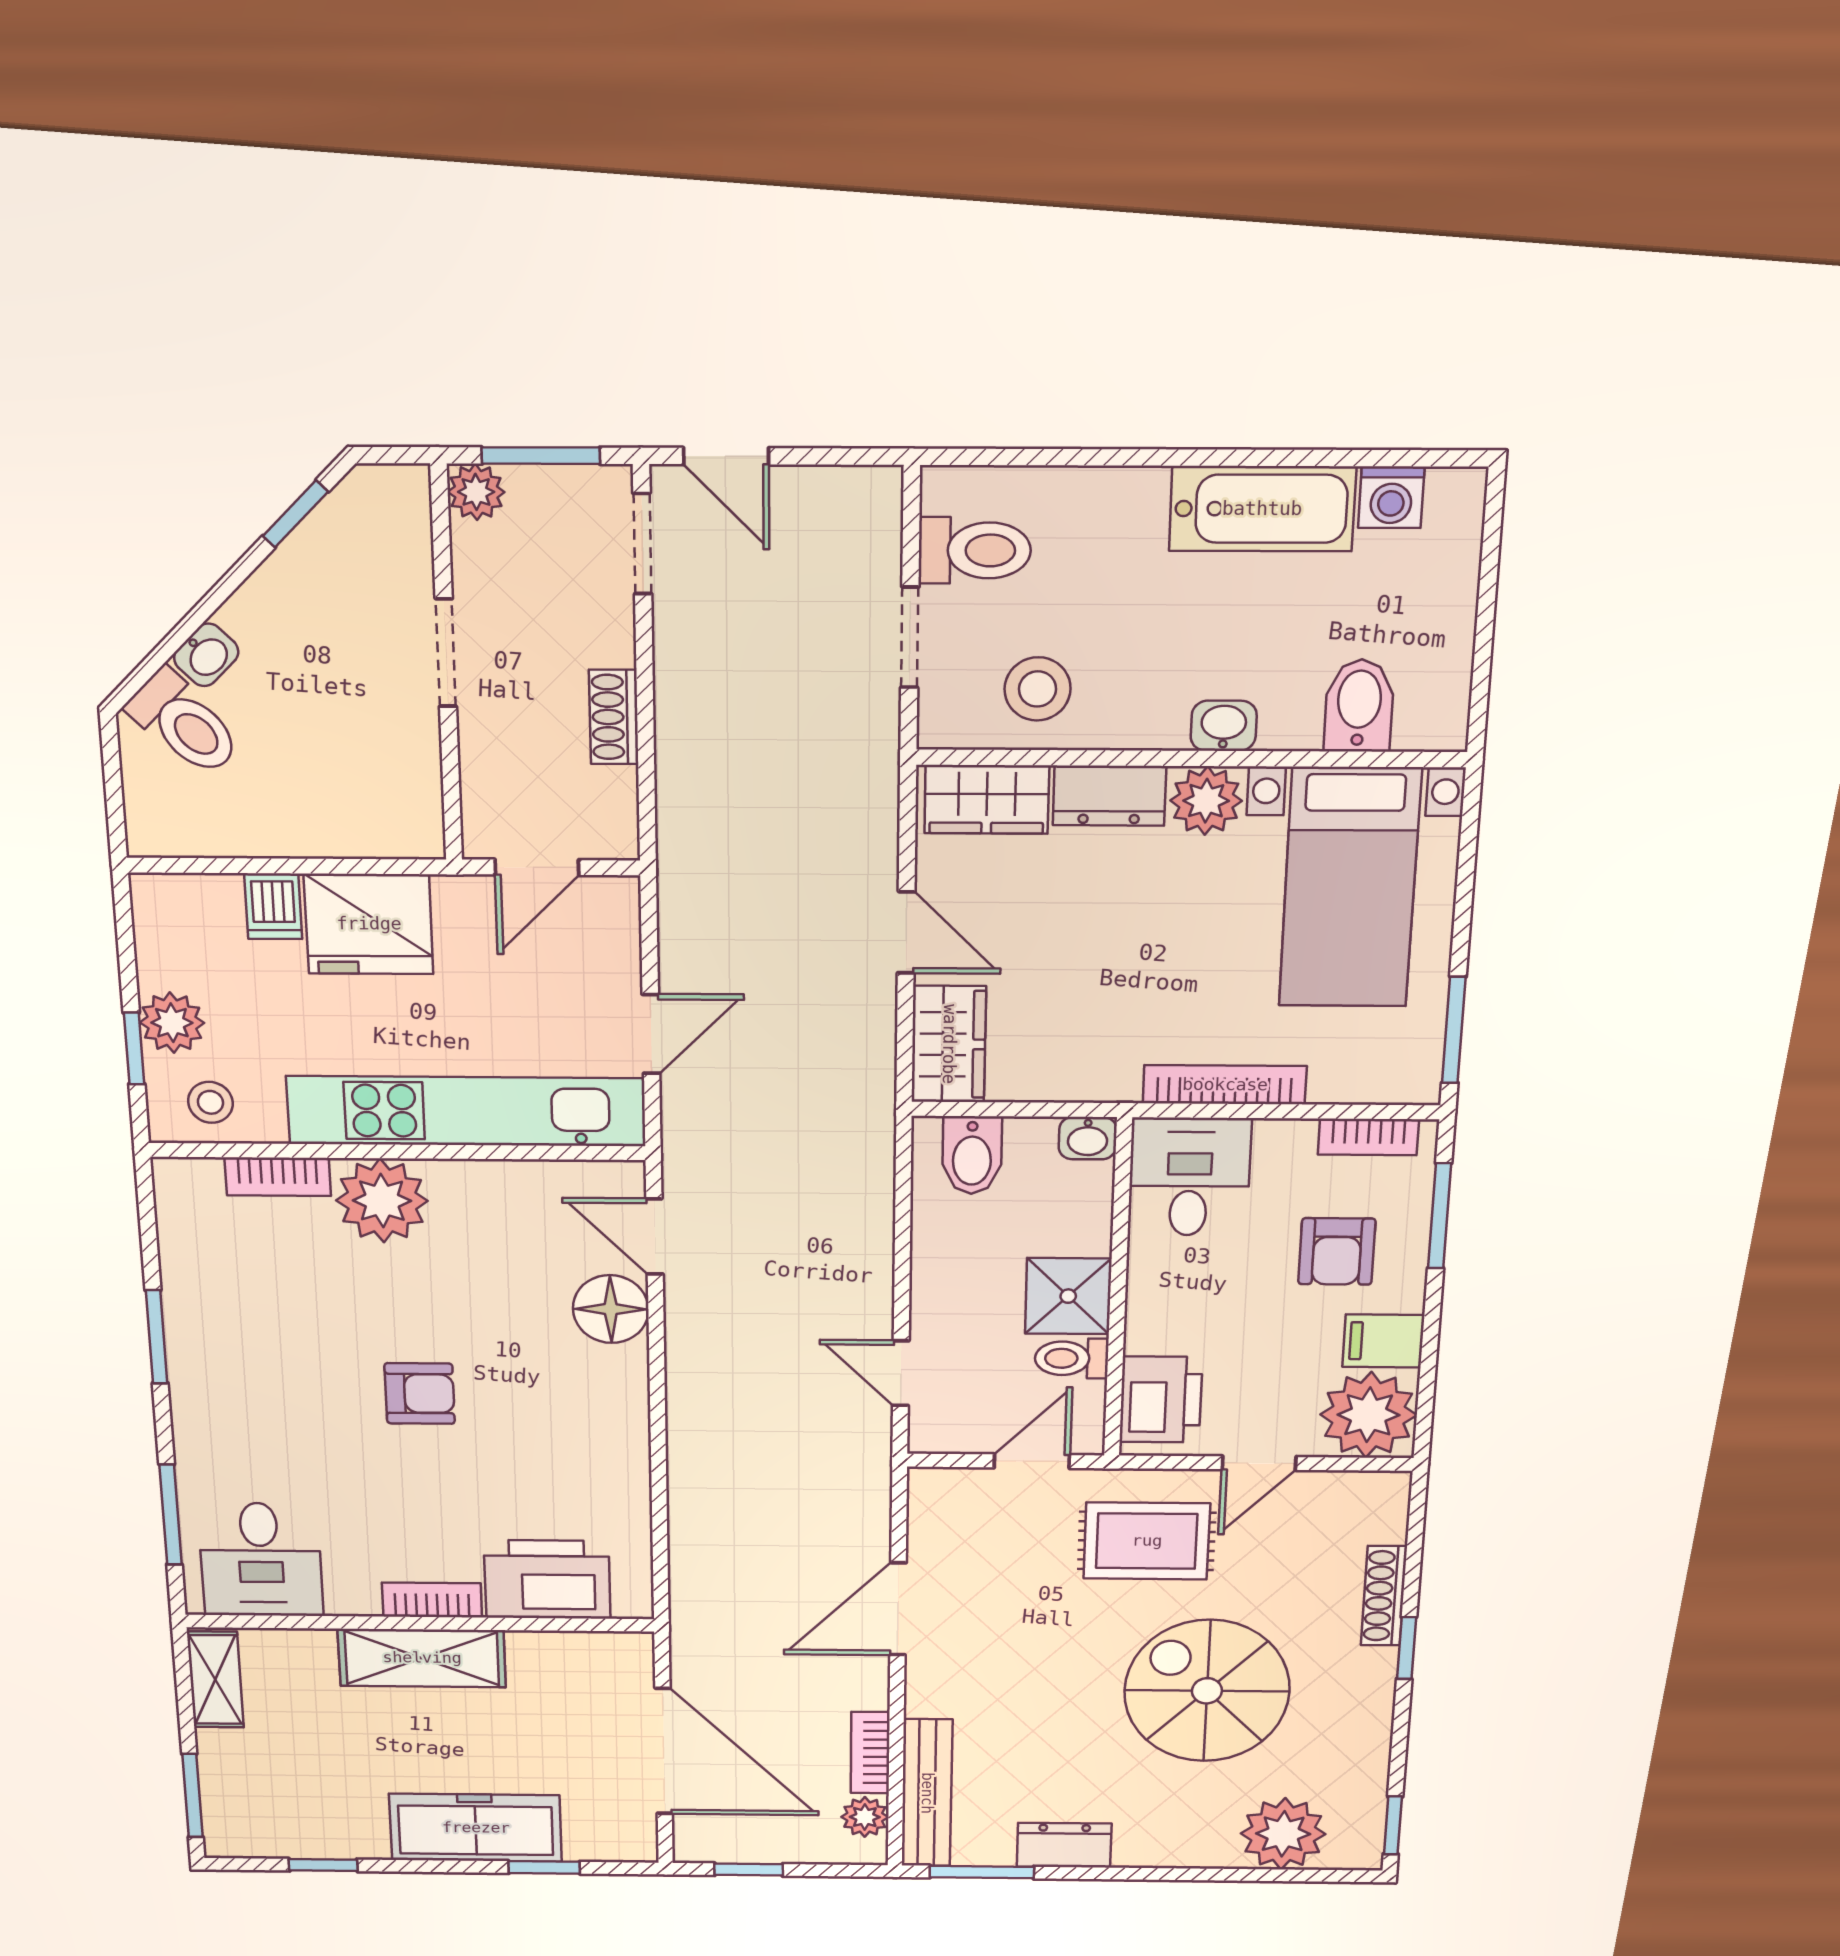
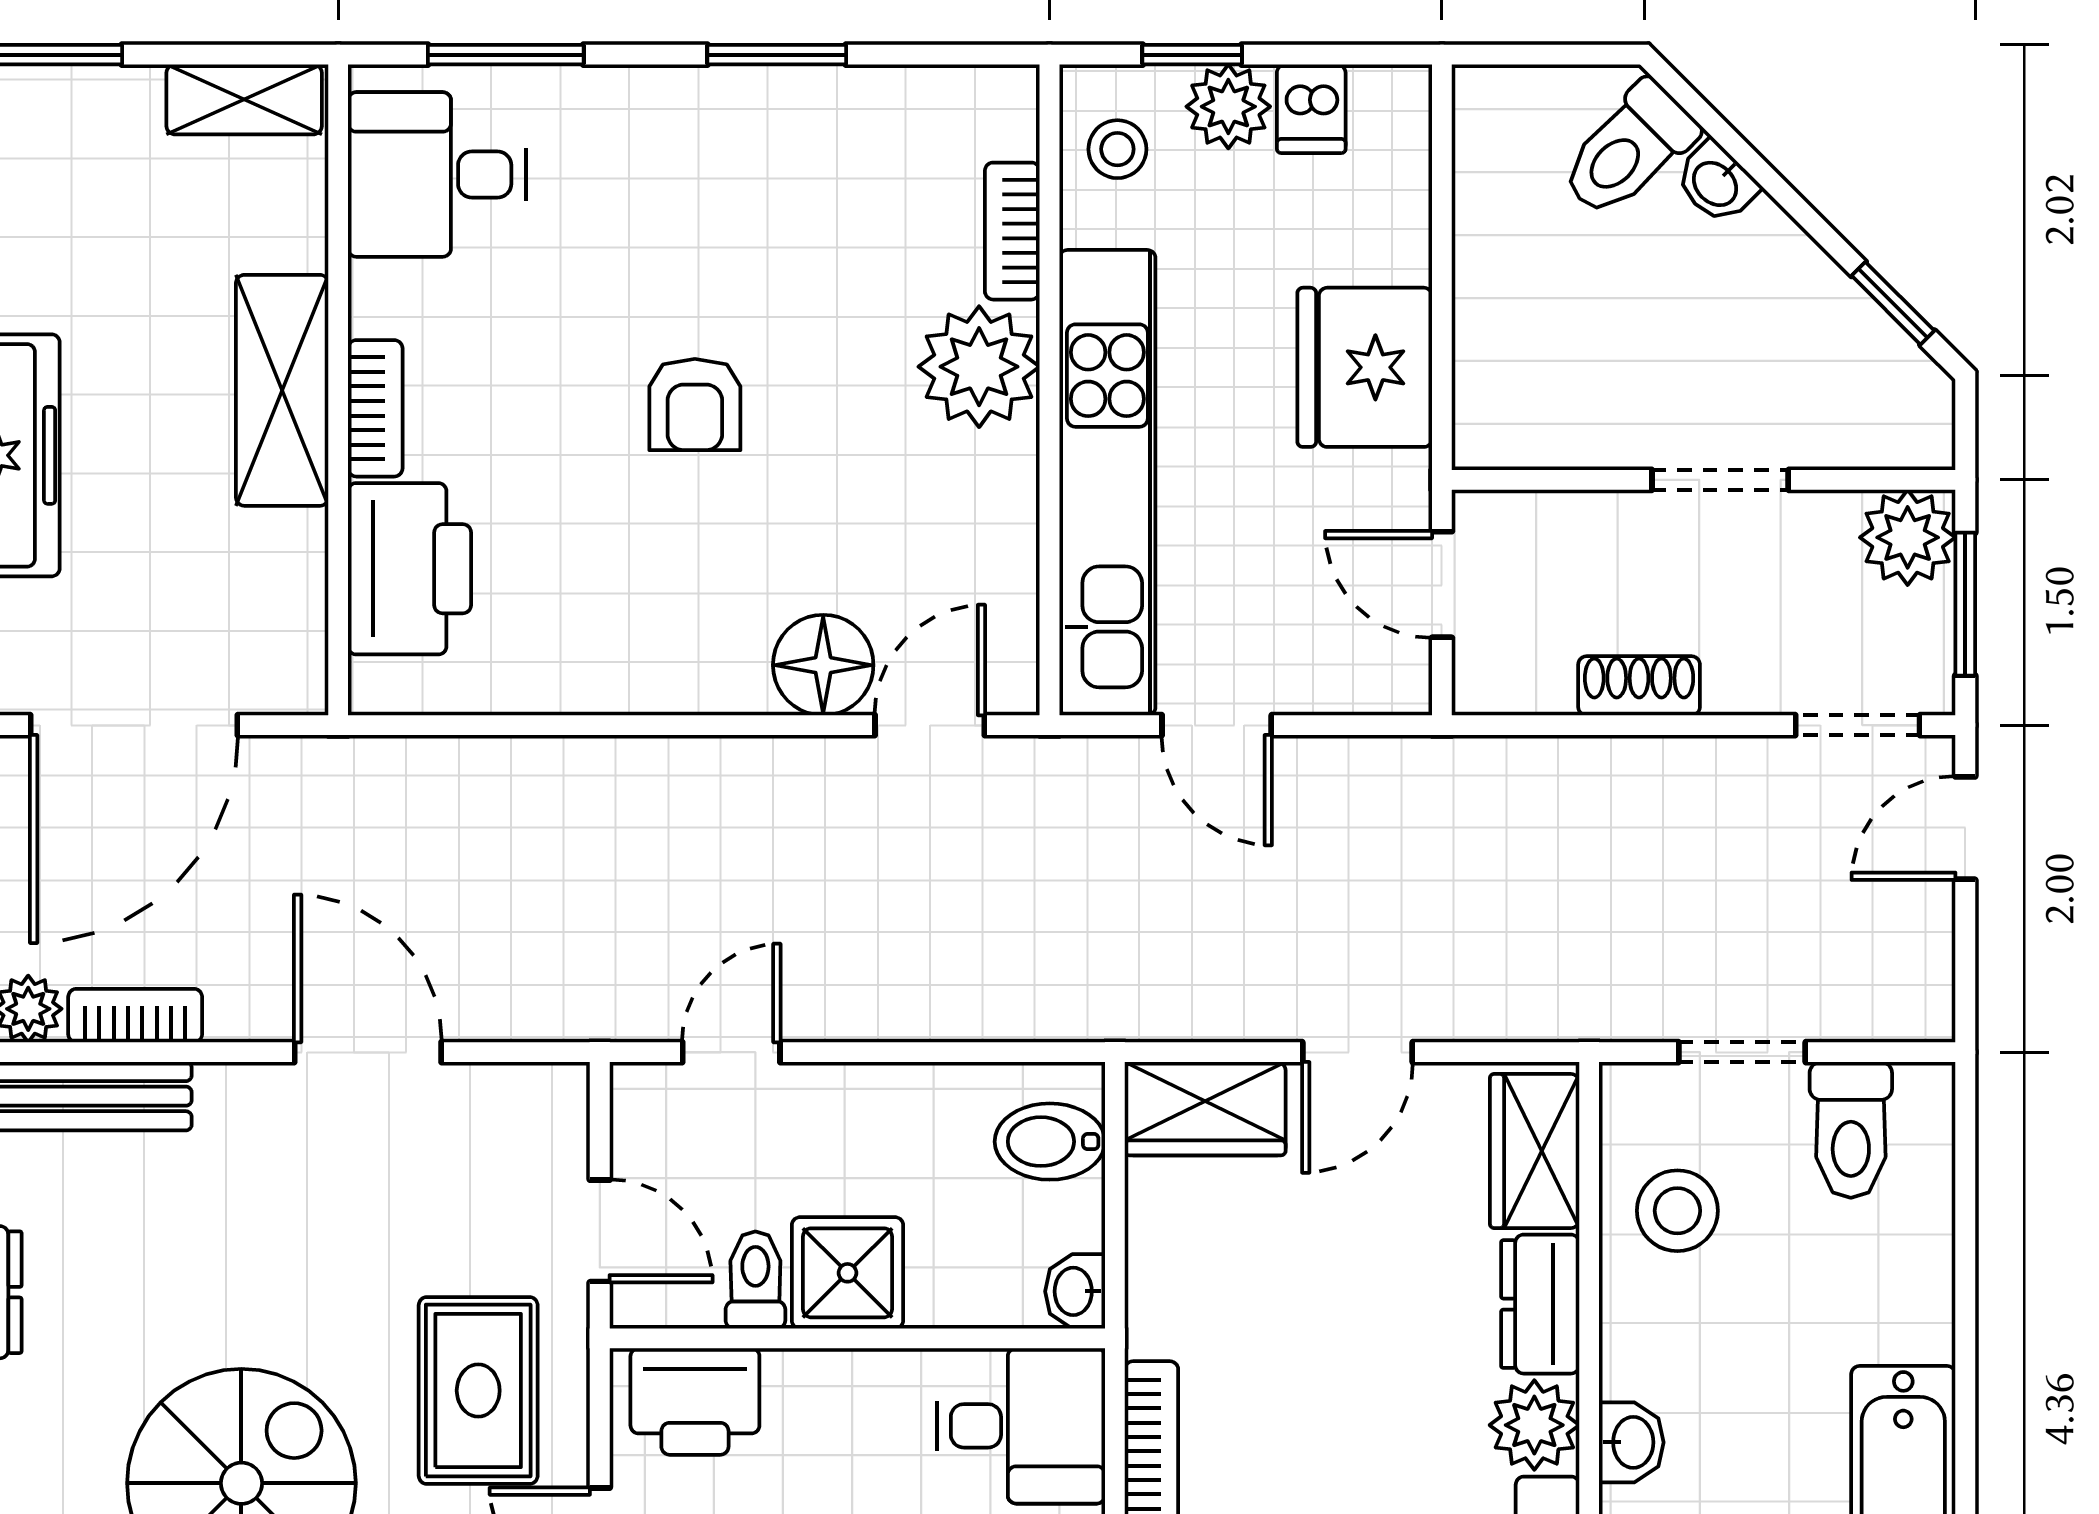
plant: (476, 492) -> (1908, 537), width x1.38, depth x1.38
dishwasher: (273, 906) -> (1311, 109), moved, turned -90

